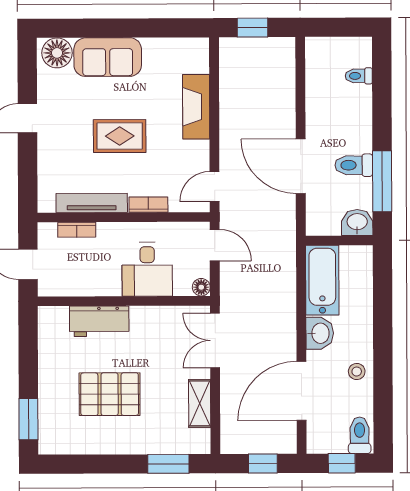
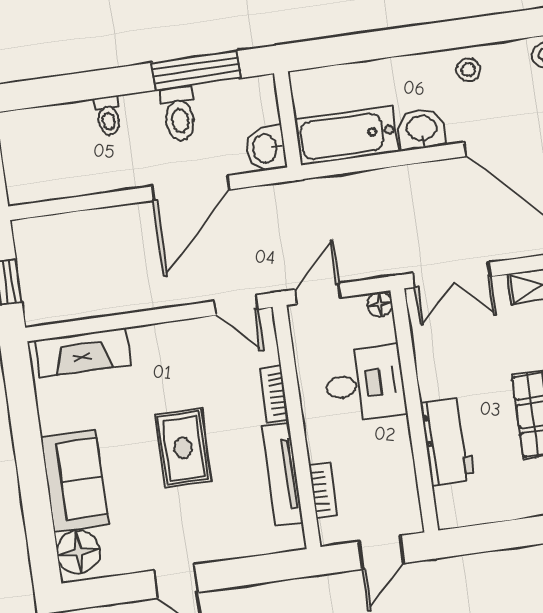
toilet: (359, 76) -> (108, 116), moved
fireplace: (196, 107) -> (82, 353), moved
washbasin: (357, 222) -> (266, 148), moved

